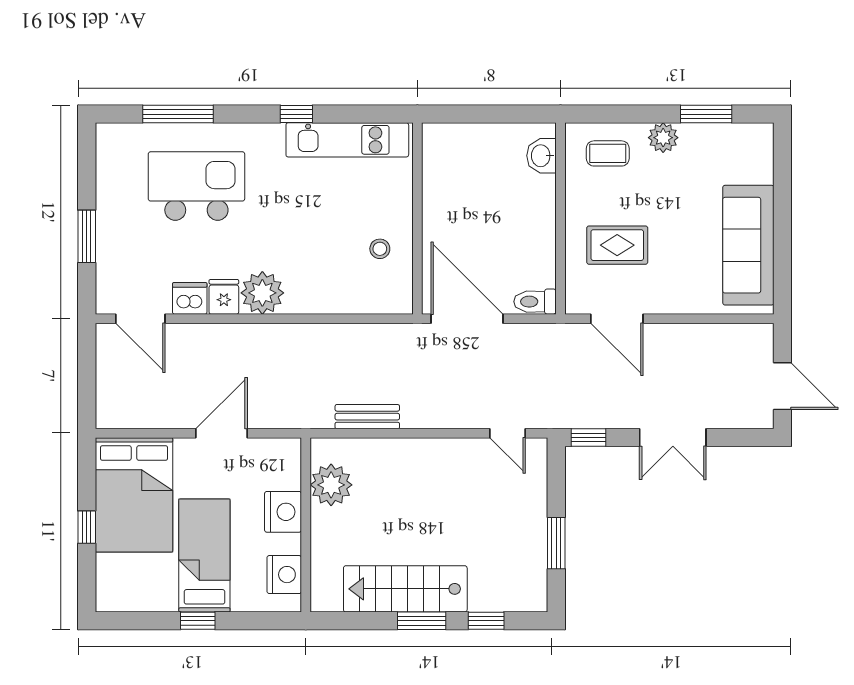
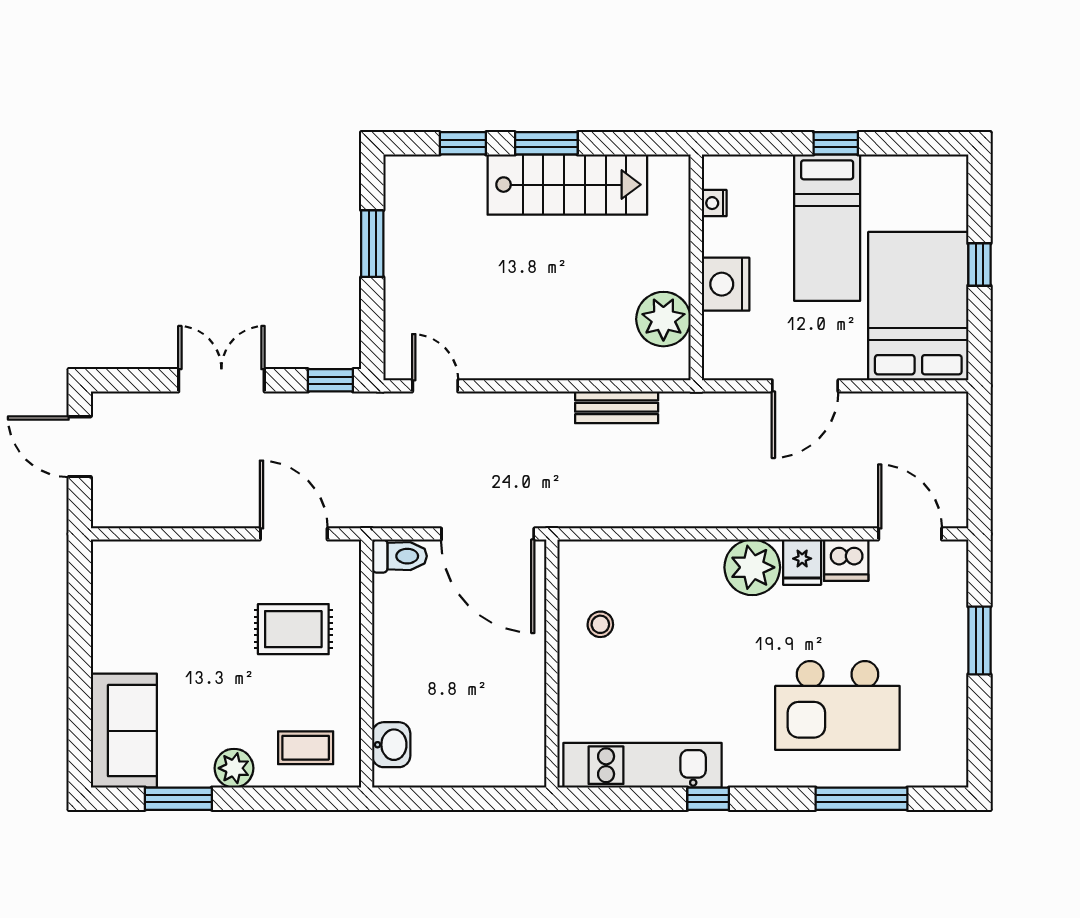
sofa: (748, 245) -> (124, 731), moved, width x0.73
nightstand: (284, 575) -> (714, 203), width x0.53, depth x0.56

